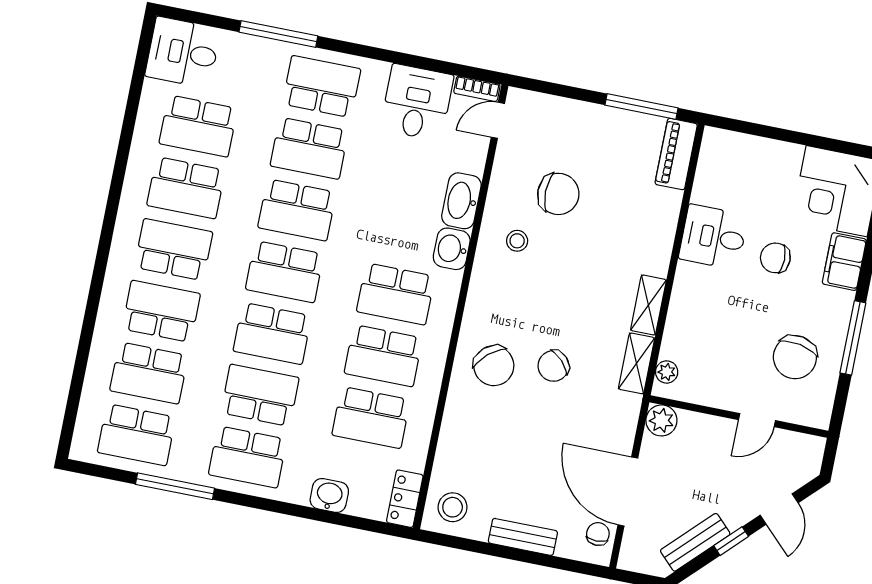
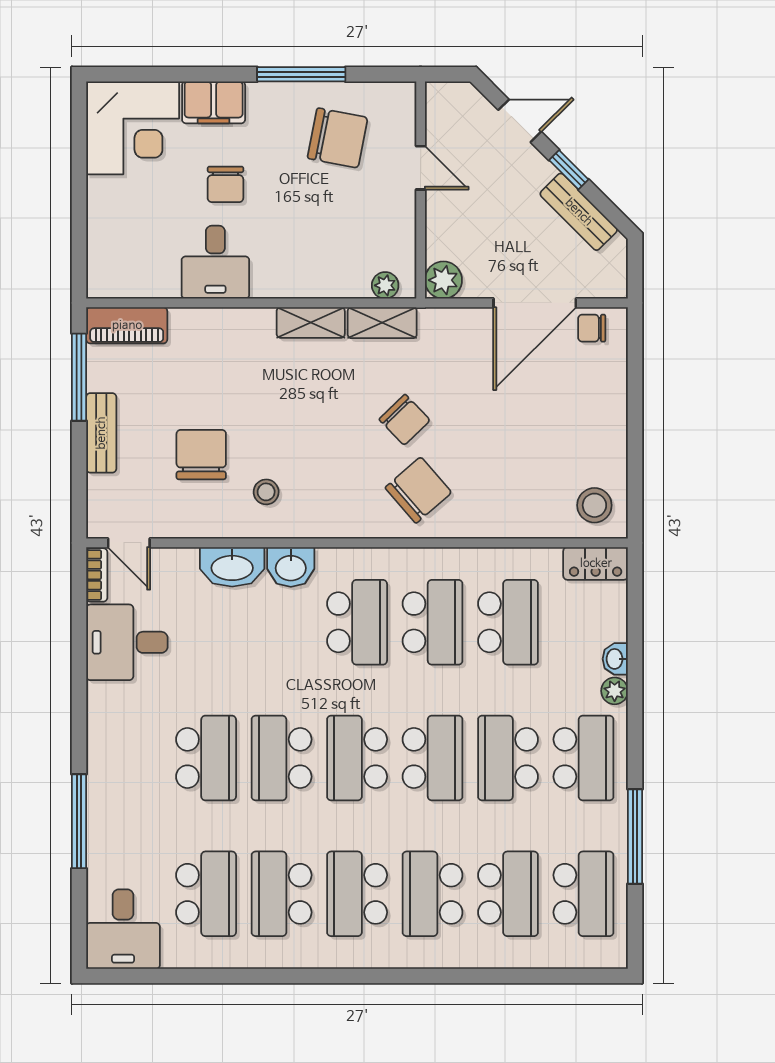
school desk: (322, 86) -> (131, 758), removed
school desk: (186, 188) -> (282, 894), turned 180
school desk: (297, 210) -> (282, 758), turned 180
school desk: (285, 272) -> (357, 758), turned 180
plant: (297, 493) -> (615, 691), added
washbasin: (329, 495) -> (615, 659), width x0.72, depth x0.69
bench: (523, 537) -> (101, 433), moved

